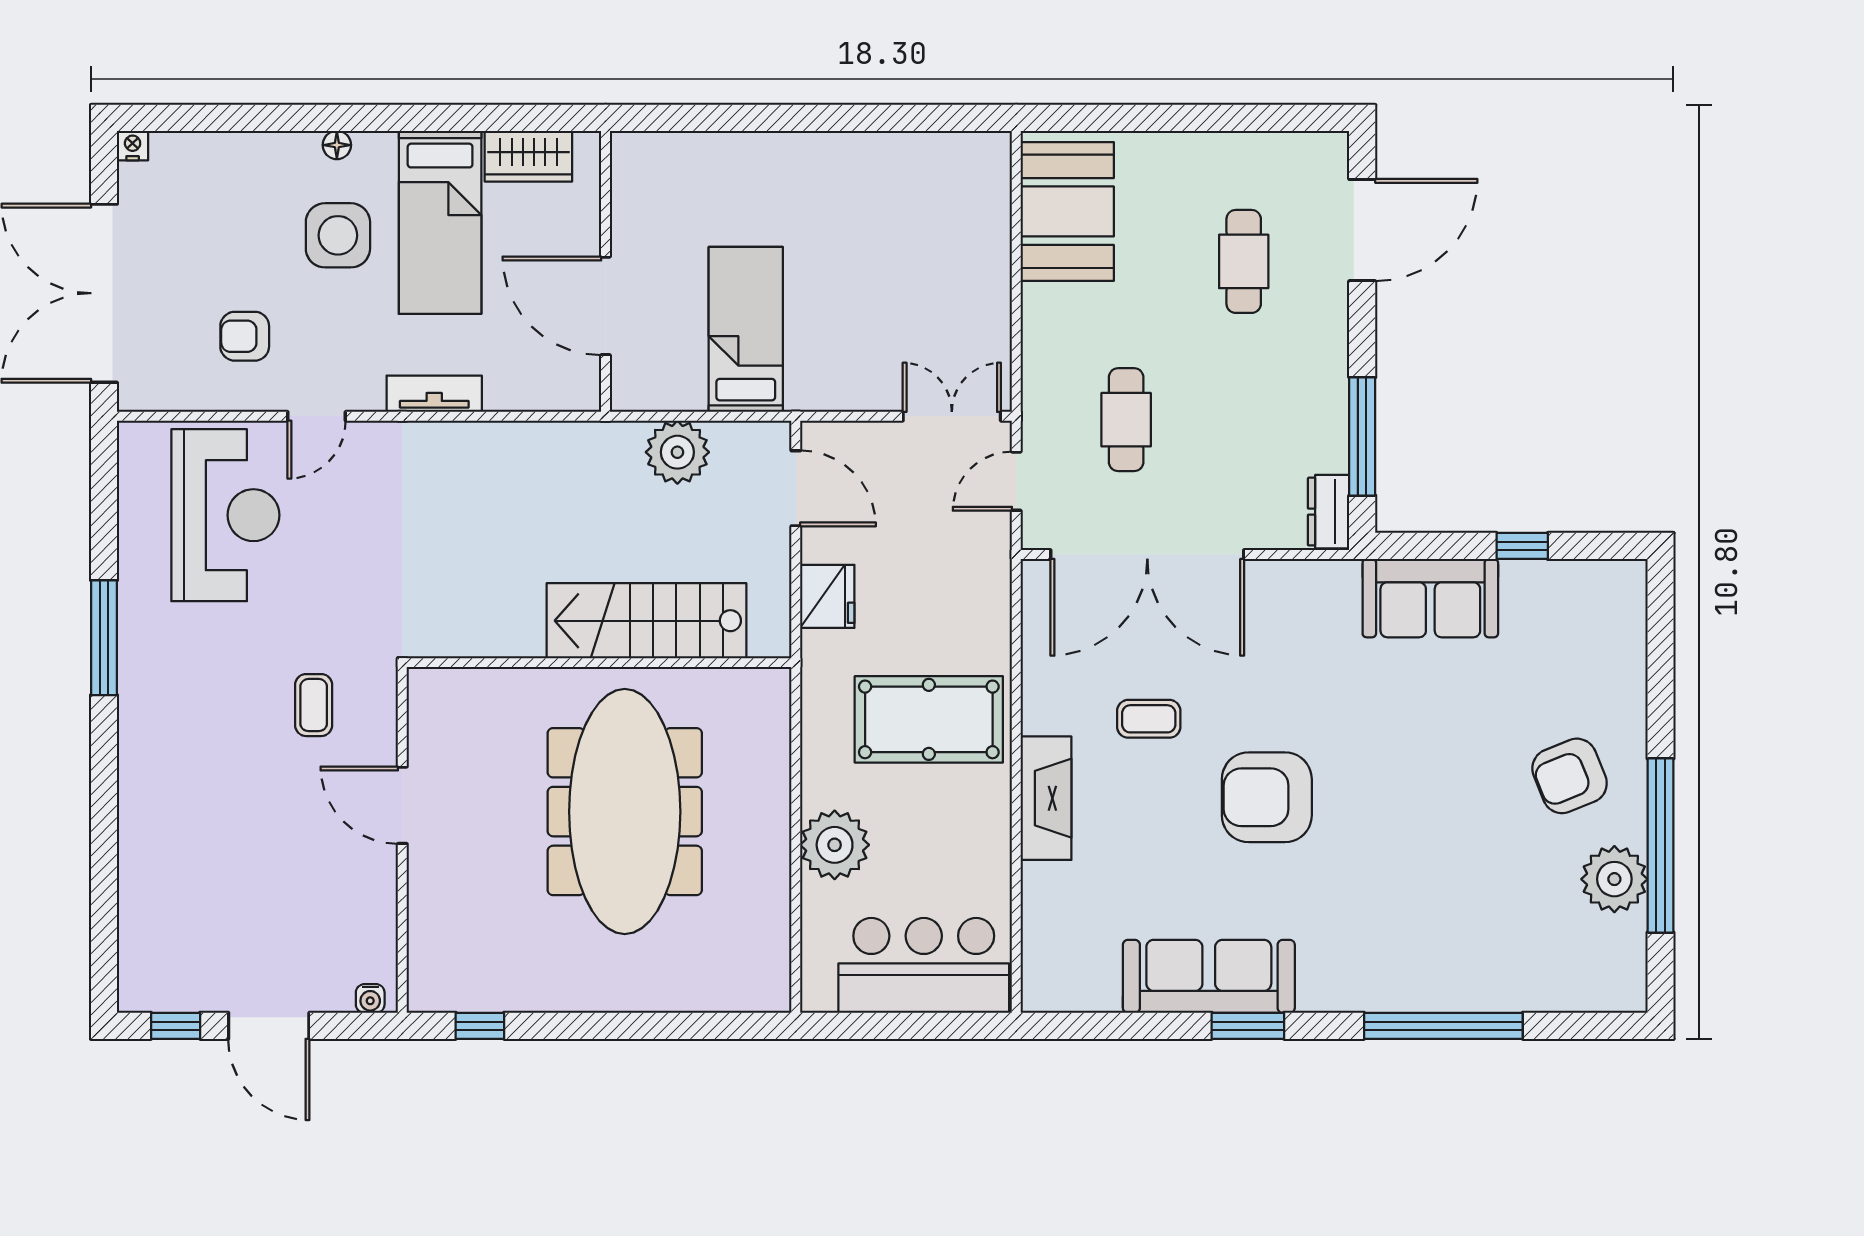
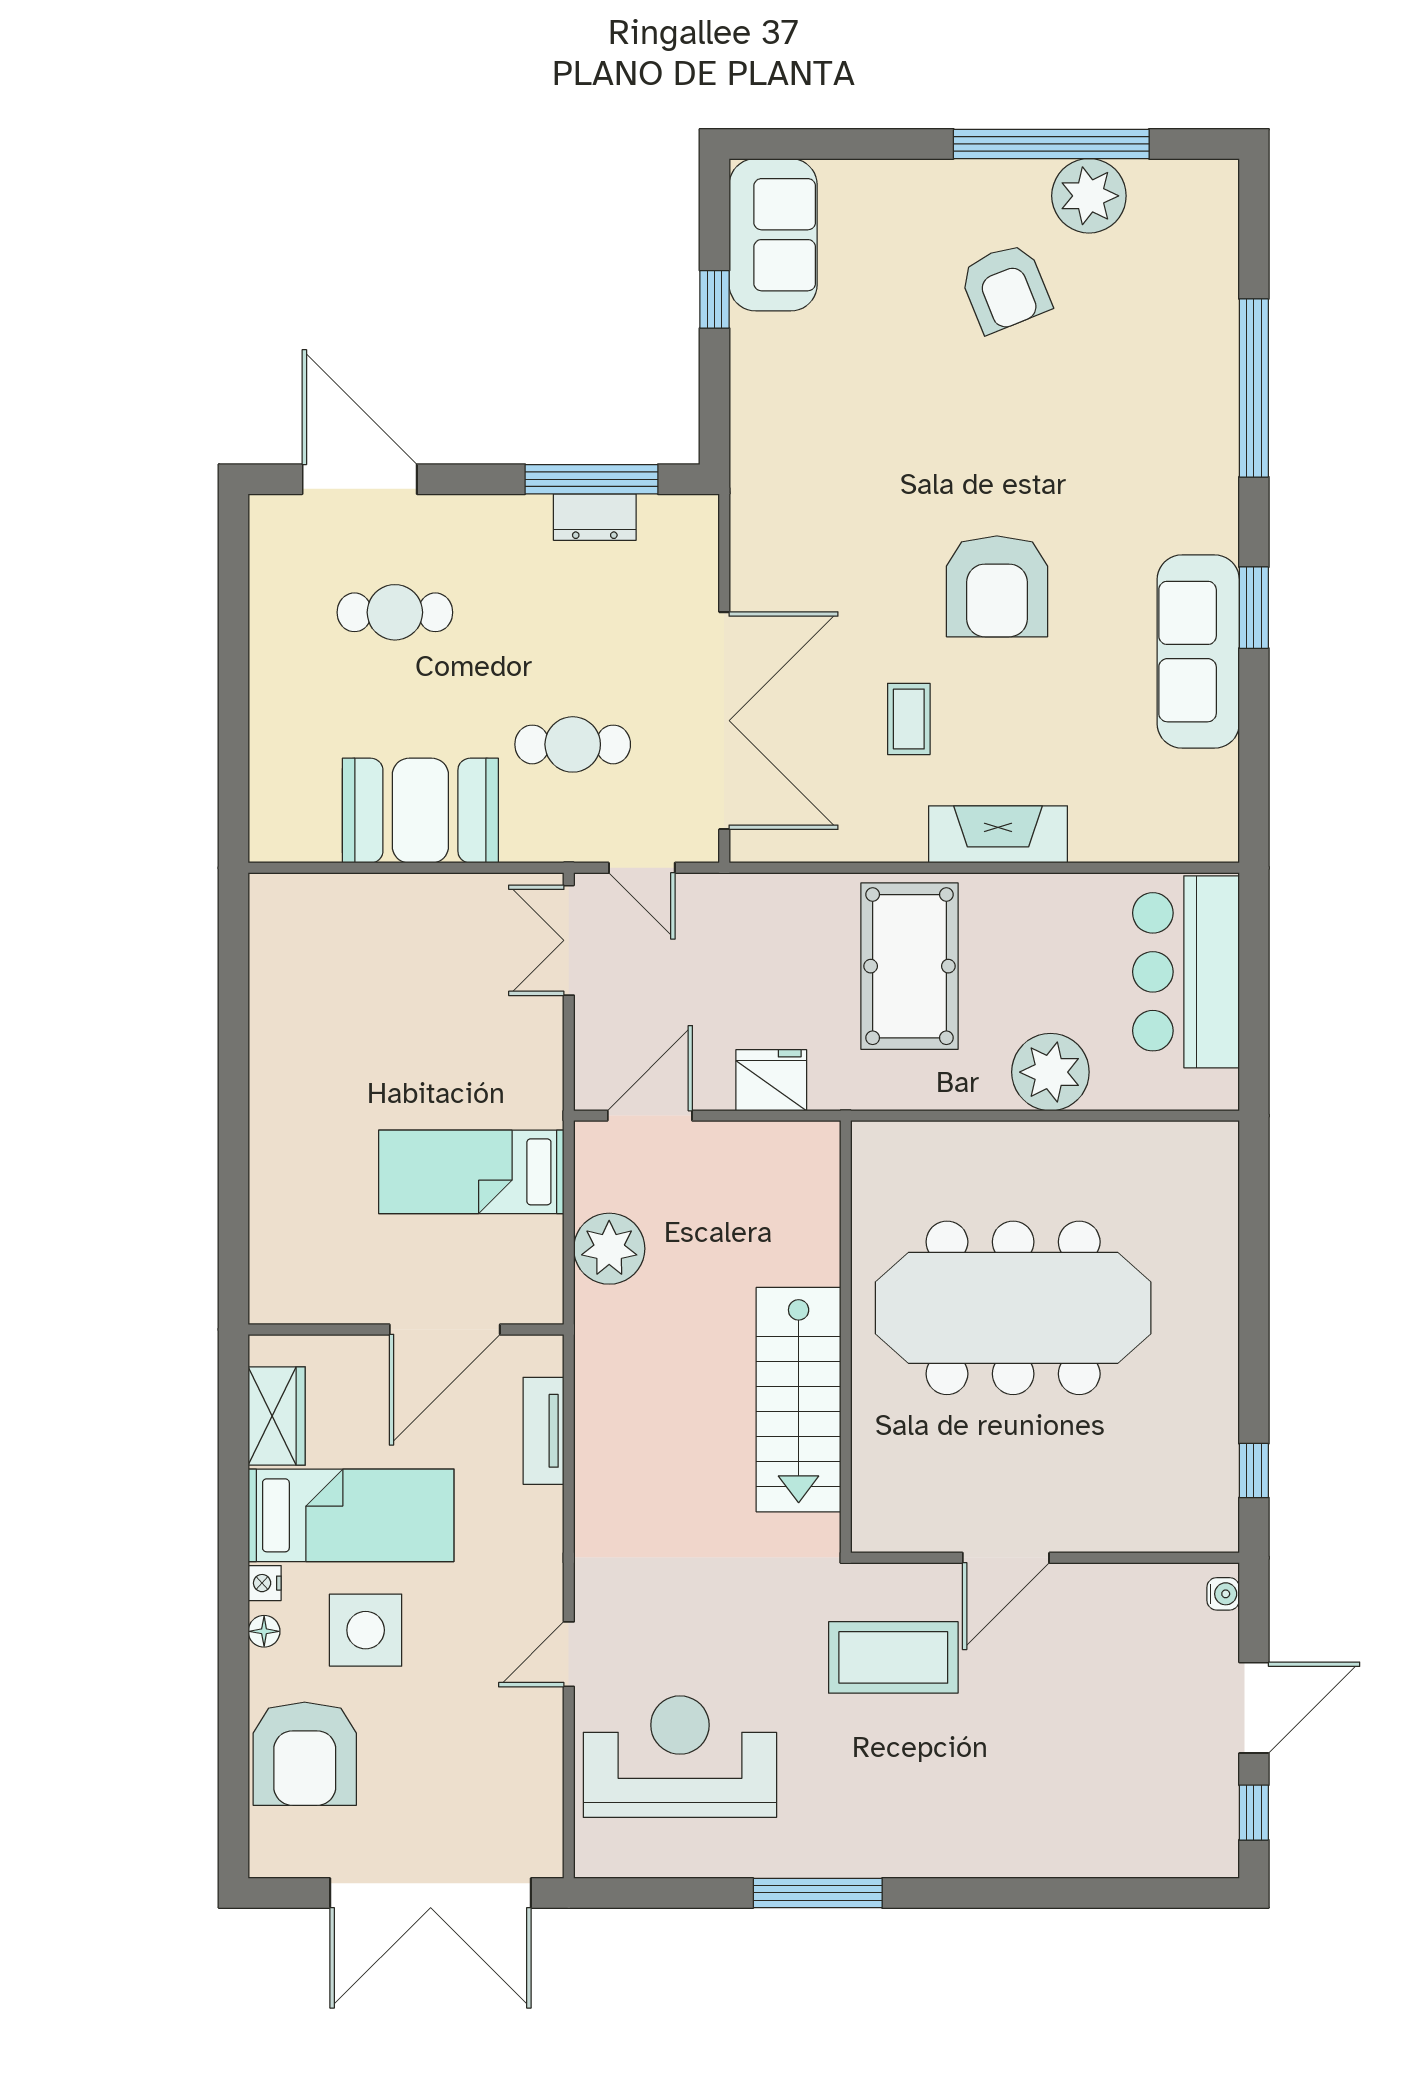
nightstand: (133, 146) -> (265, 1583), moved
booth: (1067, 211) -> (420, 811), moved
armchair: (245, 336) -> (305, 1754), moved, width x1.88, depth x1.88
tv unit: (434, 394) -> (544, 1431), moved
door: (317, 416) -> (569, 1654), swing flipped
dresser: (1328, 512) -> (595, 517), moved
sofa: (1430, 598) -> (773, 235), moved
stairs: (647, 621) -> (799, 1400), moved
coffee table: (314, 705) -> (893, 1657), width x1.86, depth x1.72
armchair: (1570, 776) -> (1005, 288), moved

